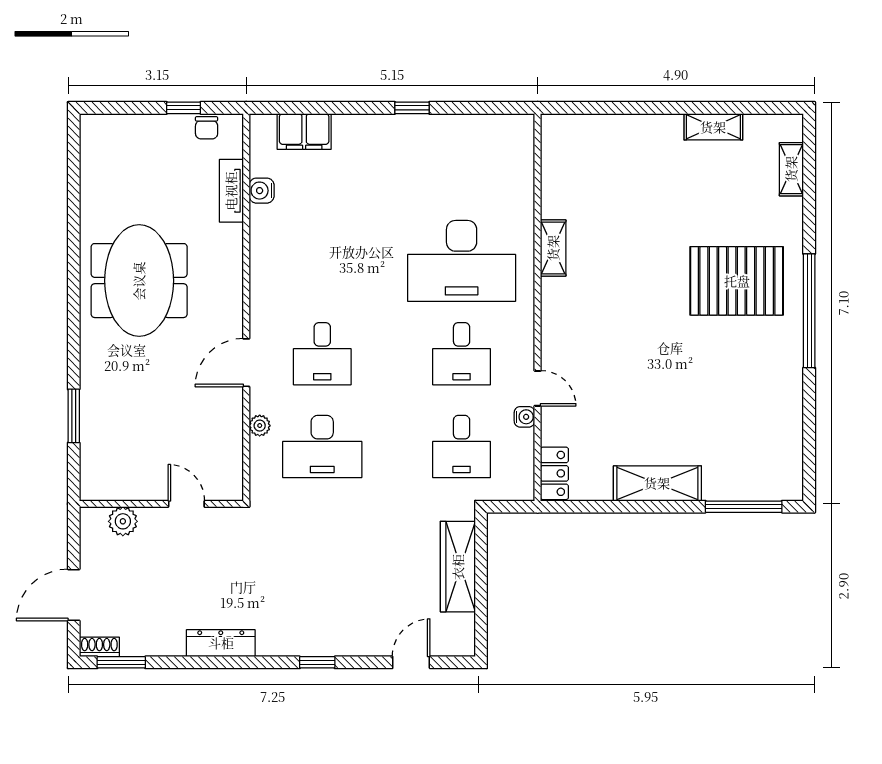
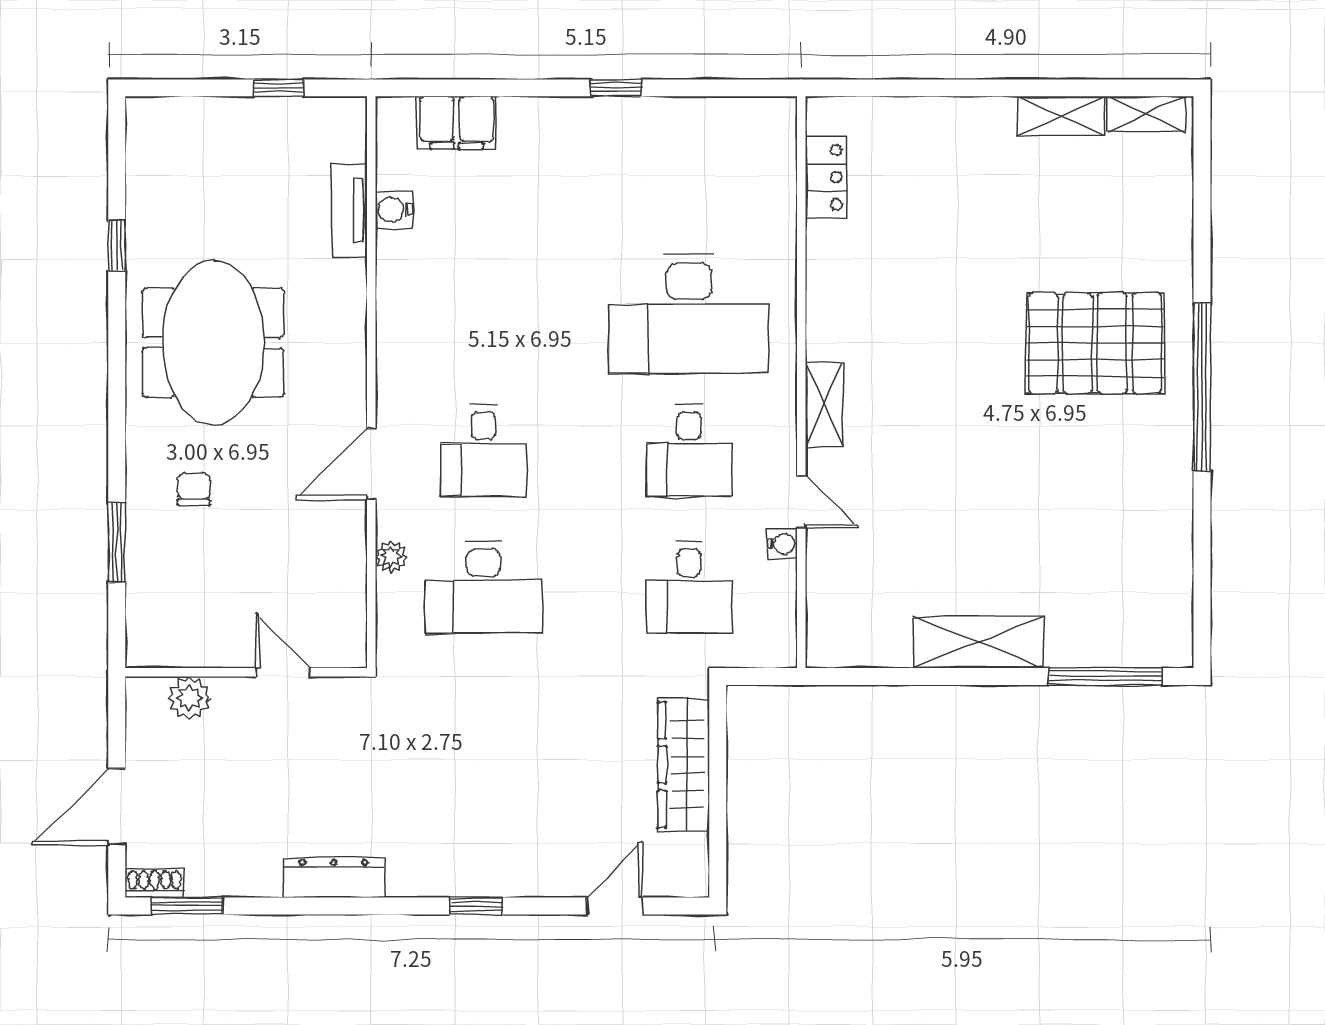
chair: (207, 128) -> (194, 489), moved, turned 180
shelving: (791, 169) -> (1147, 114), moved, turned 90
window: (74, 215) -> (117, 246), added
shelving: (553, 248) -> (824, 405), moved
locker: (554, 473) -> (826, 177), moved

